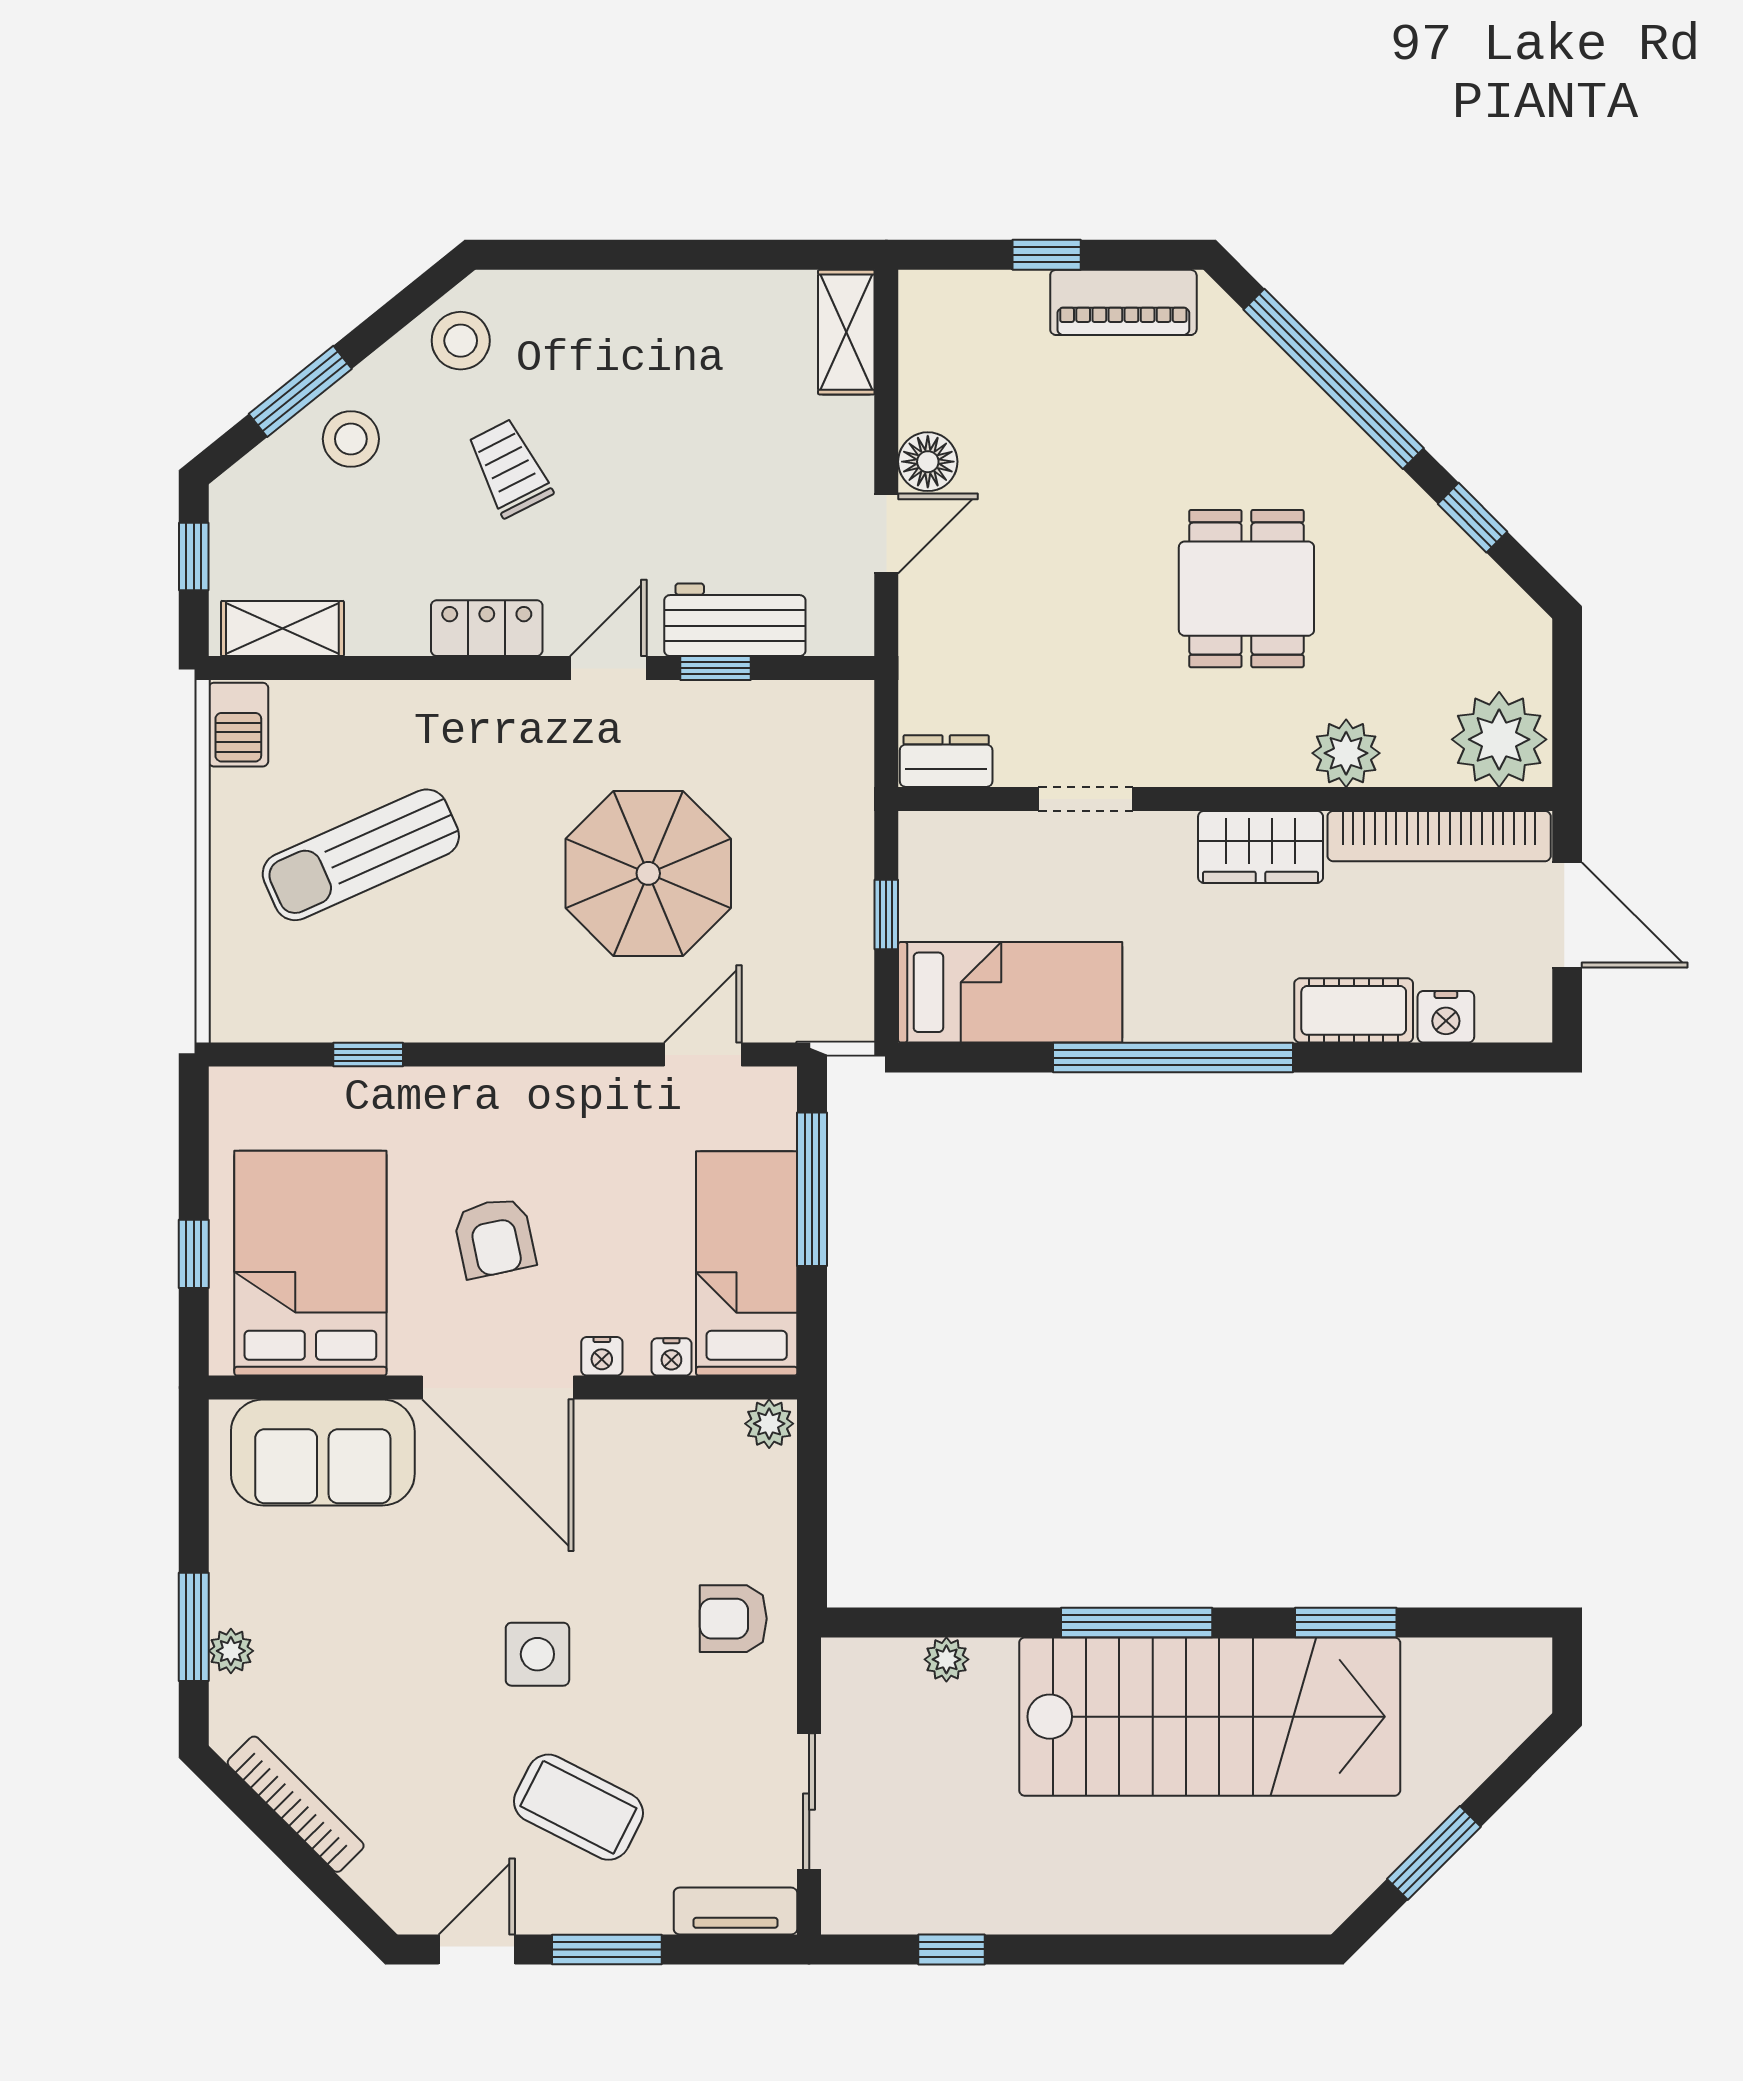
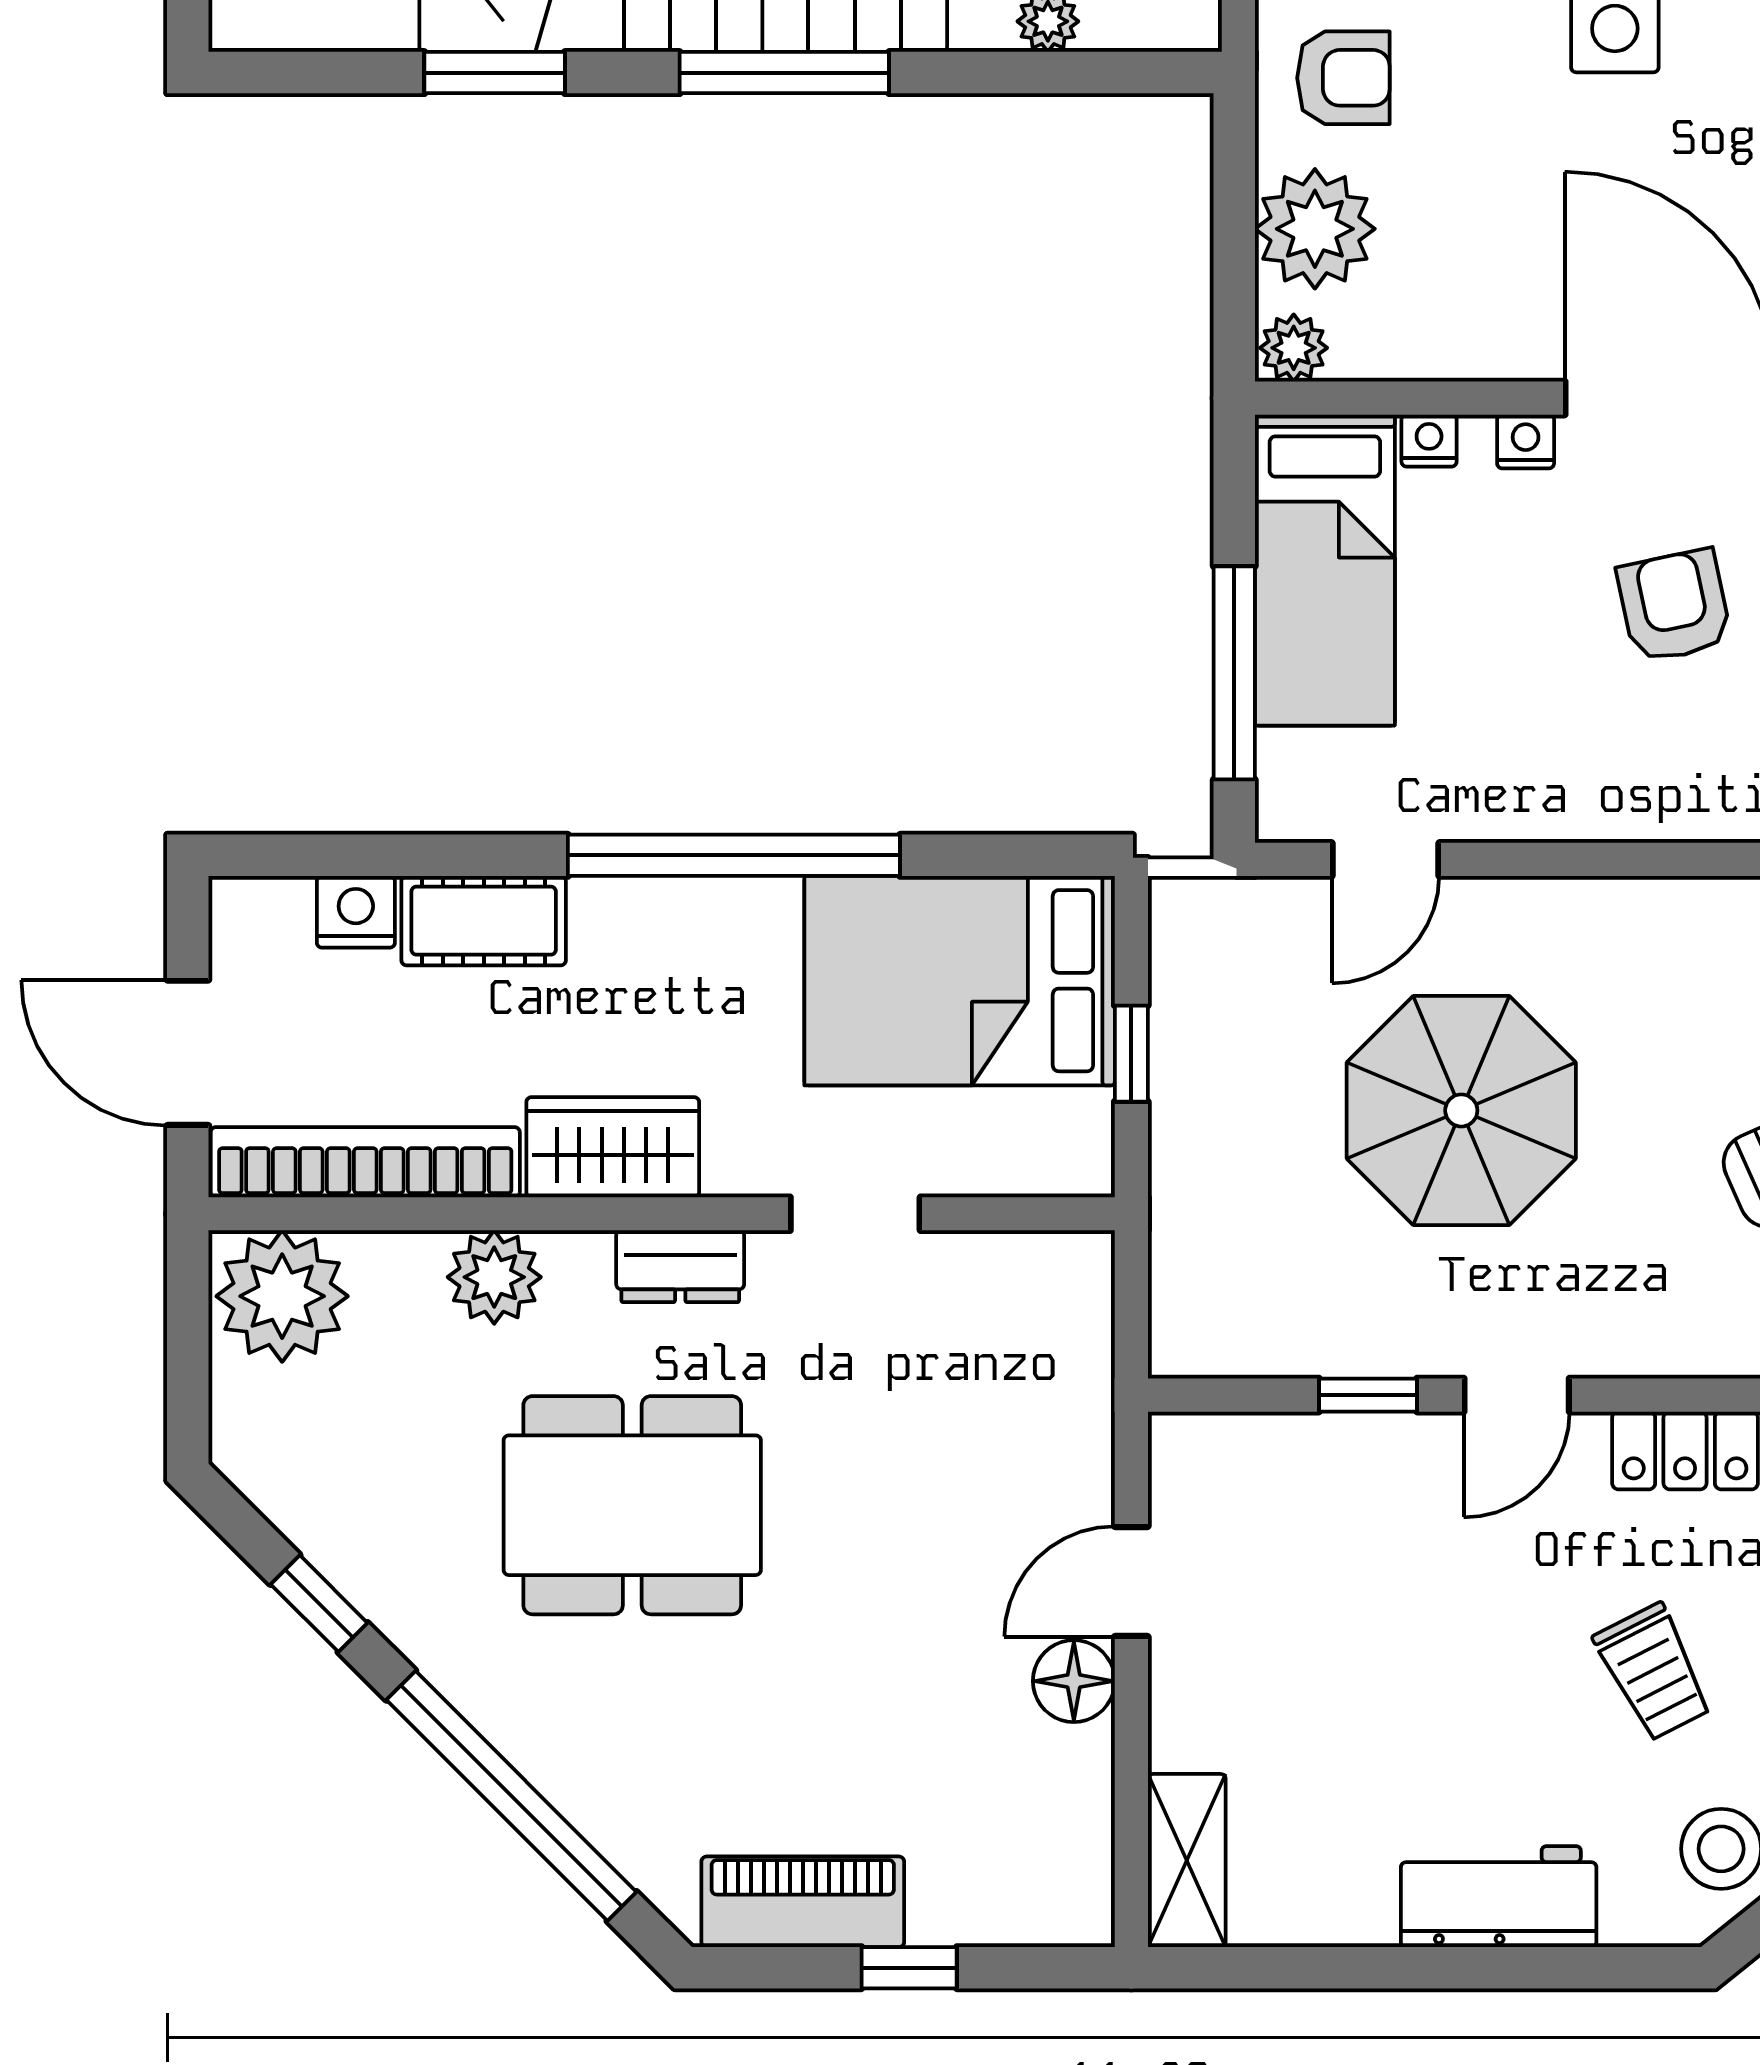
dining table: (1246, 589) -> (632, 1505), width x1.37
workbench: (735, 620) -> (1499, 1897), moved, turned 180
dresser: (946, 761) -> (680, 1266), moved
bed: (1010, 992) -> (960, 981), width x1.50
plant: (754, 1510) -> (1315, 229), added

